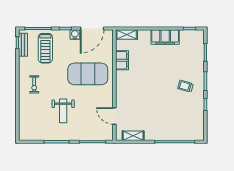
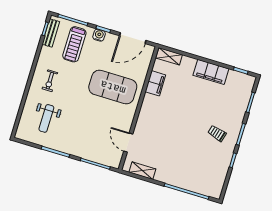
water cooler: (75, 35) -> (99, 35), moved
weight bench: (63, 111) -> (46, 118), moved

